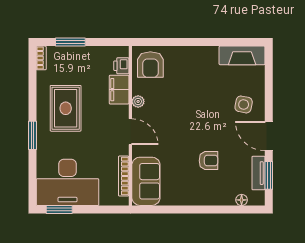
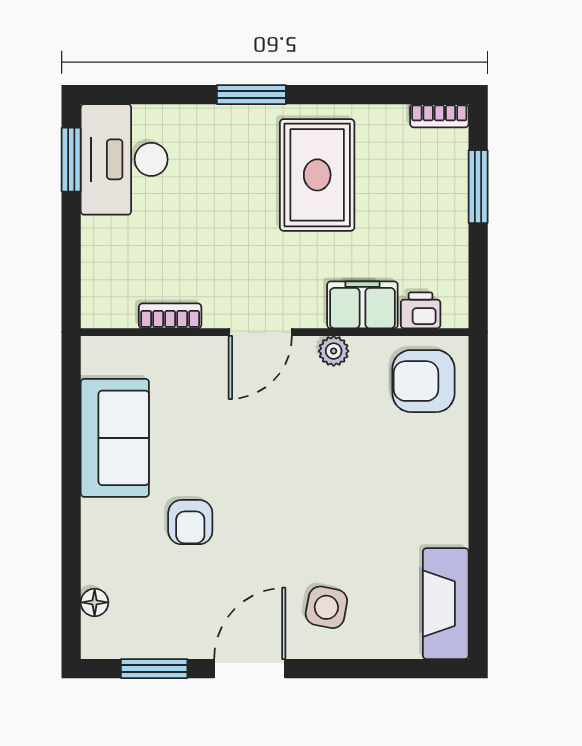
rug: (66, 108) -> (317, 175), turned 90
tv unit: (258, 173) -> (160, 643), removed
bookcase: (124, 176) -> (170, 316), width x0.64
sofa: (146, 181) -> (115, 438), moved, turned -90
desk: (68, 182) -> (124, 159), width x0.73, depth x0.77

